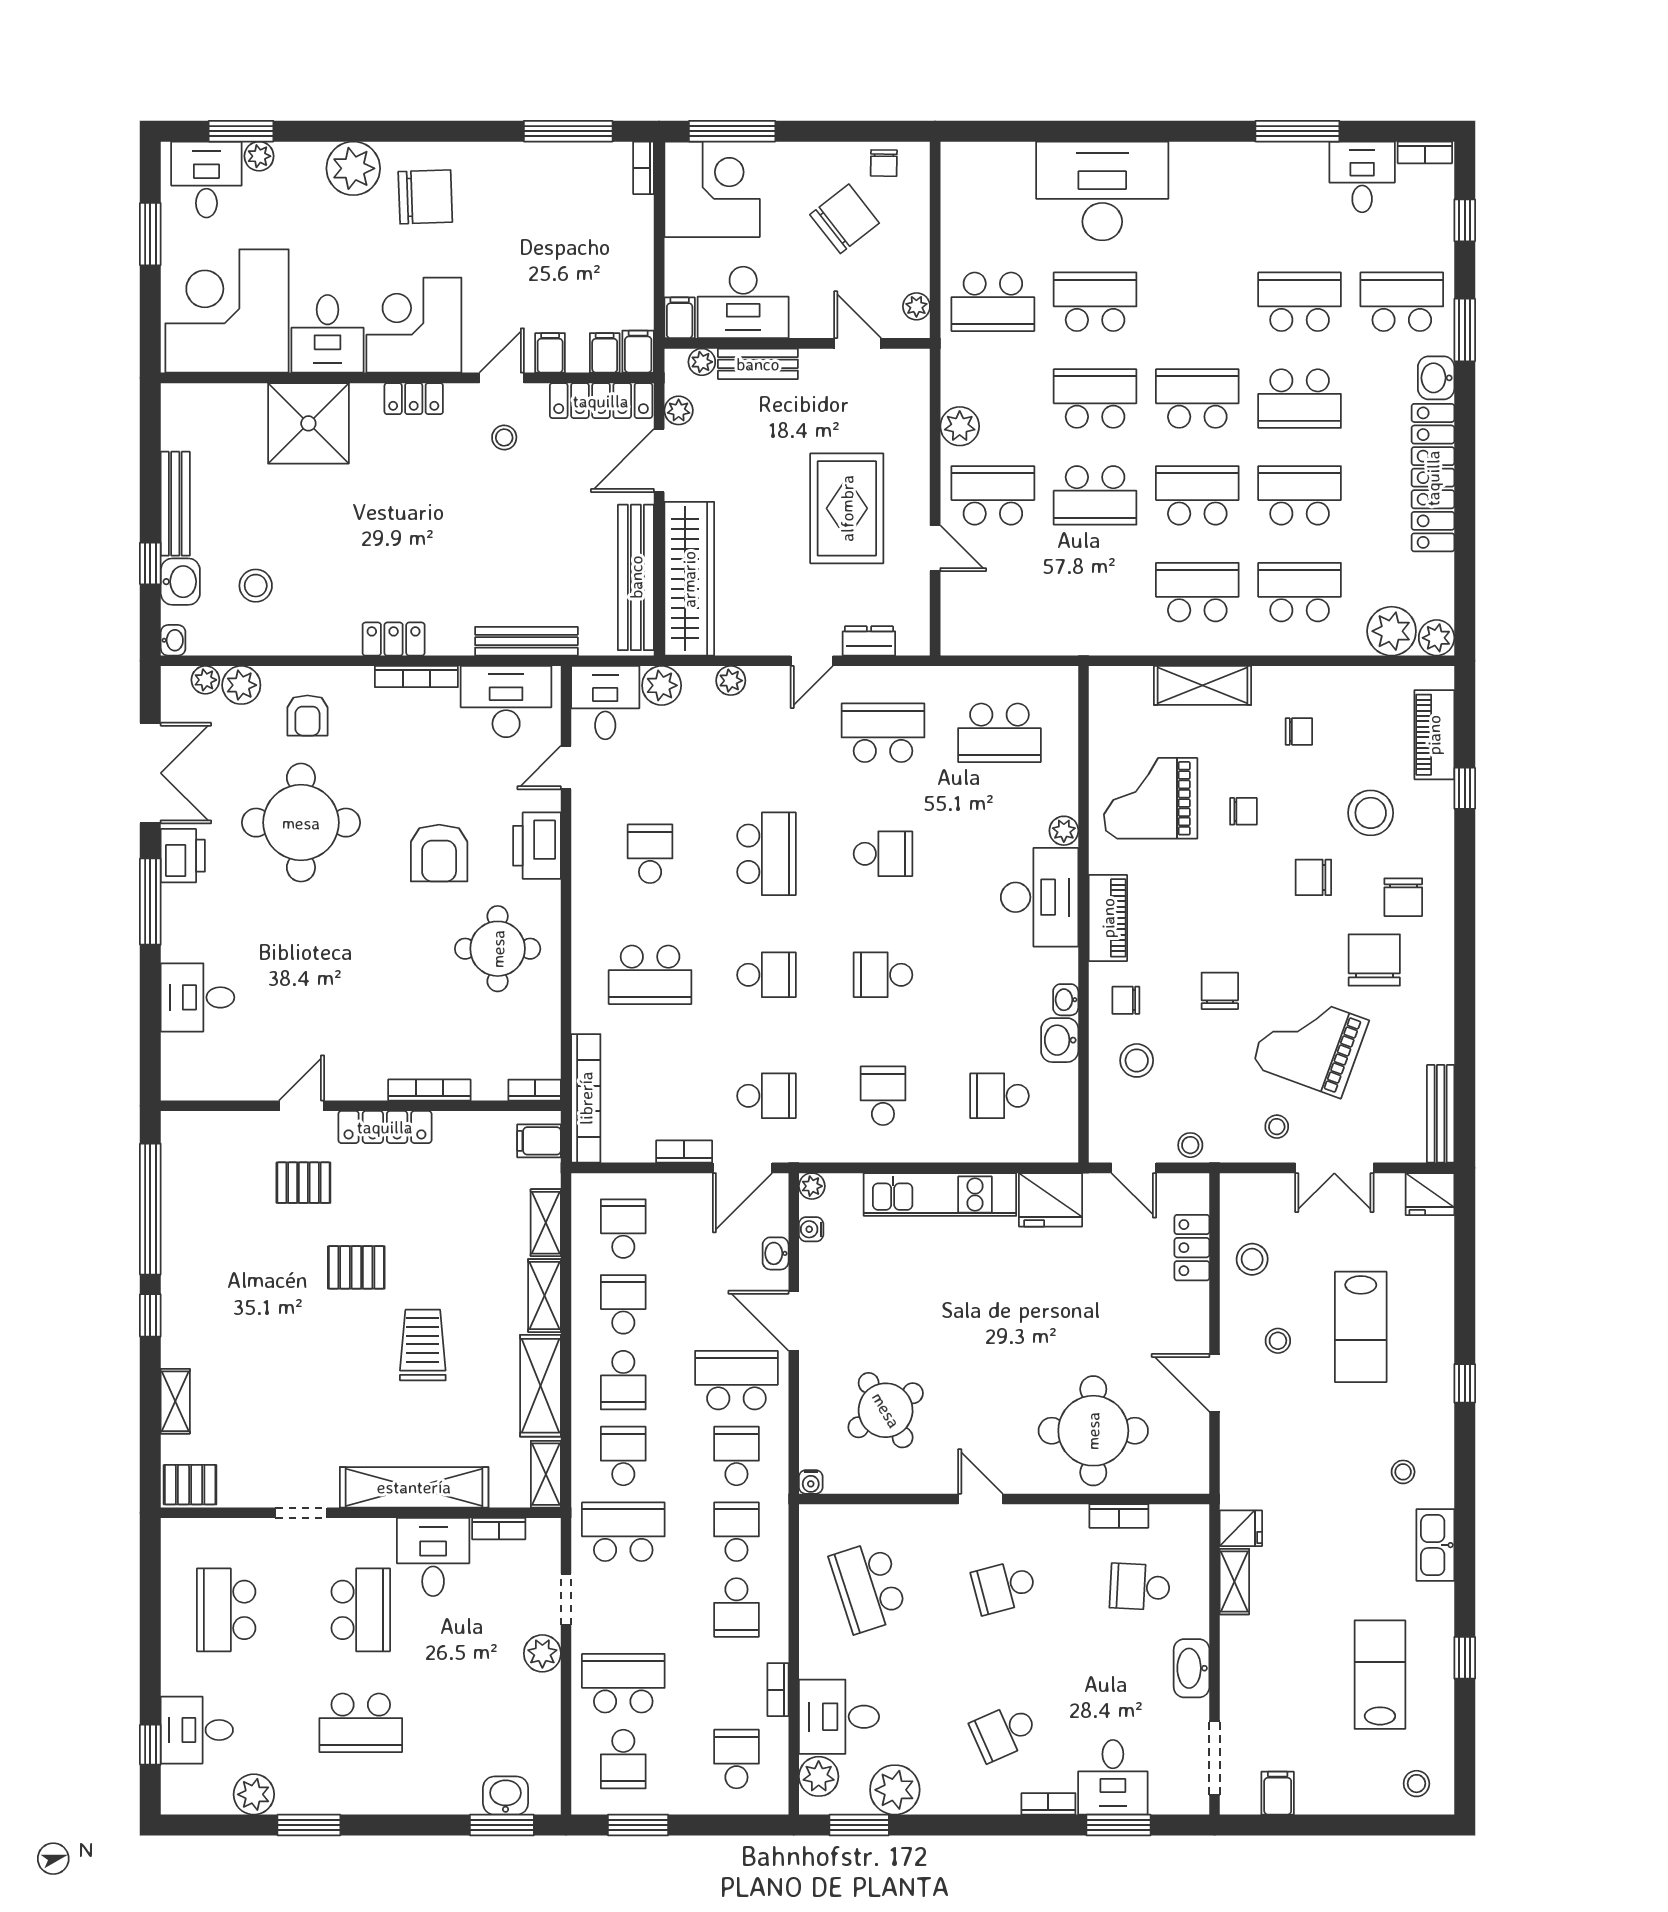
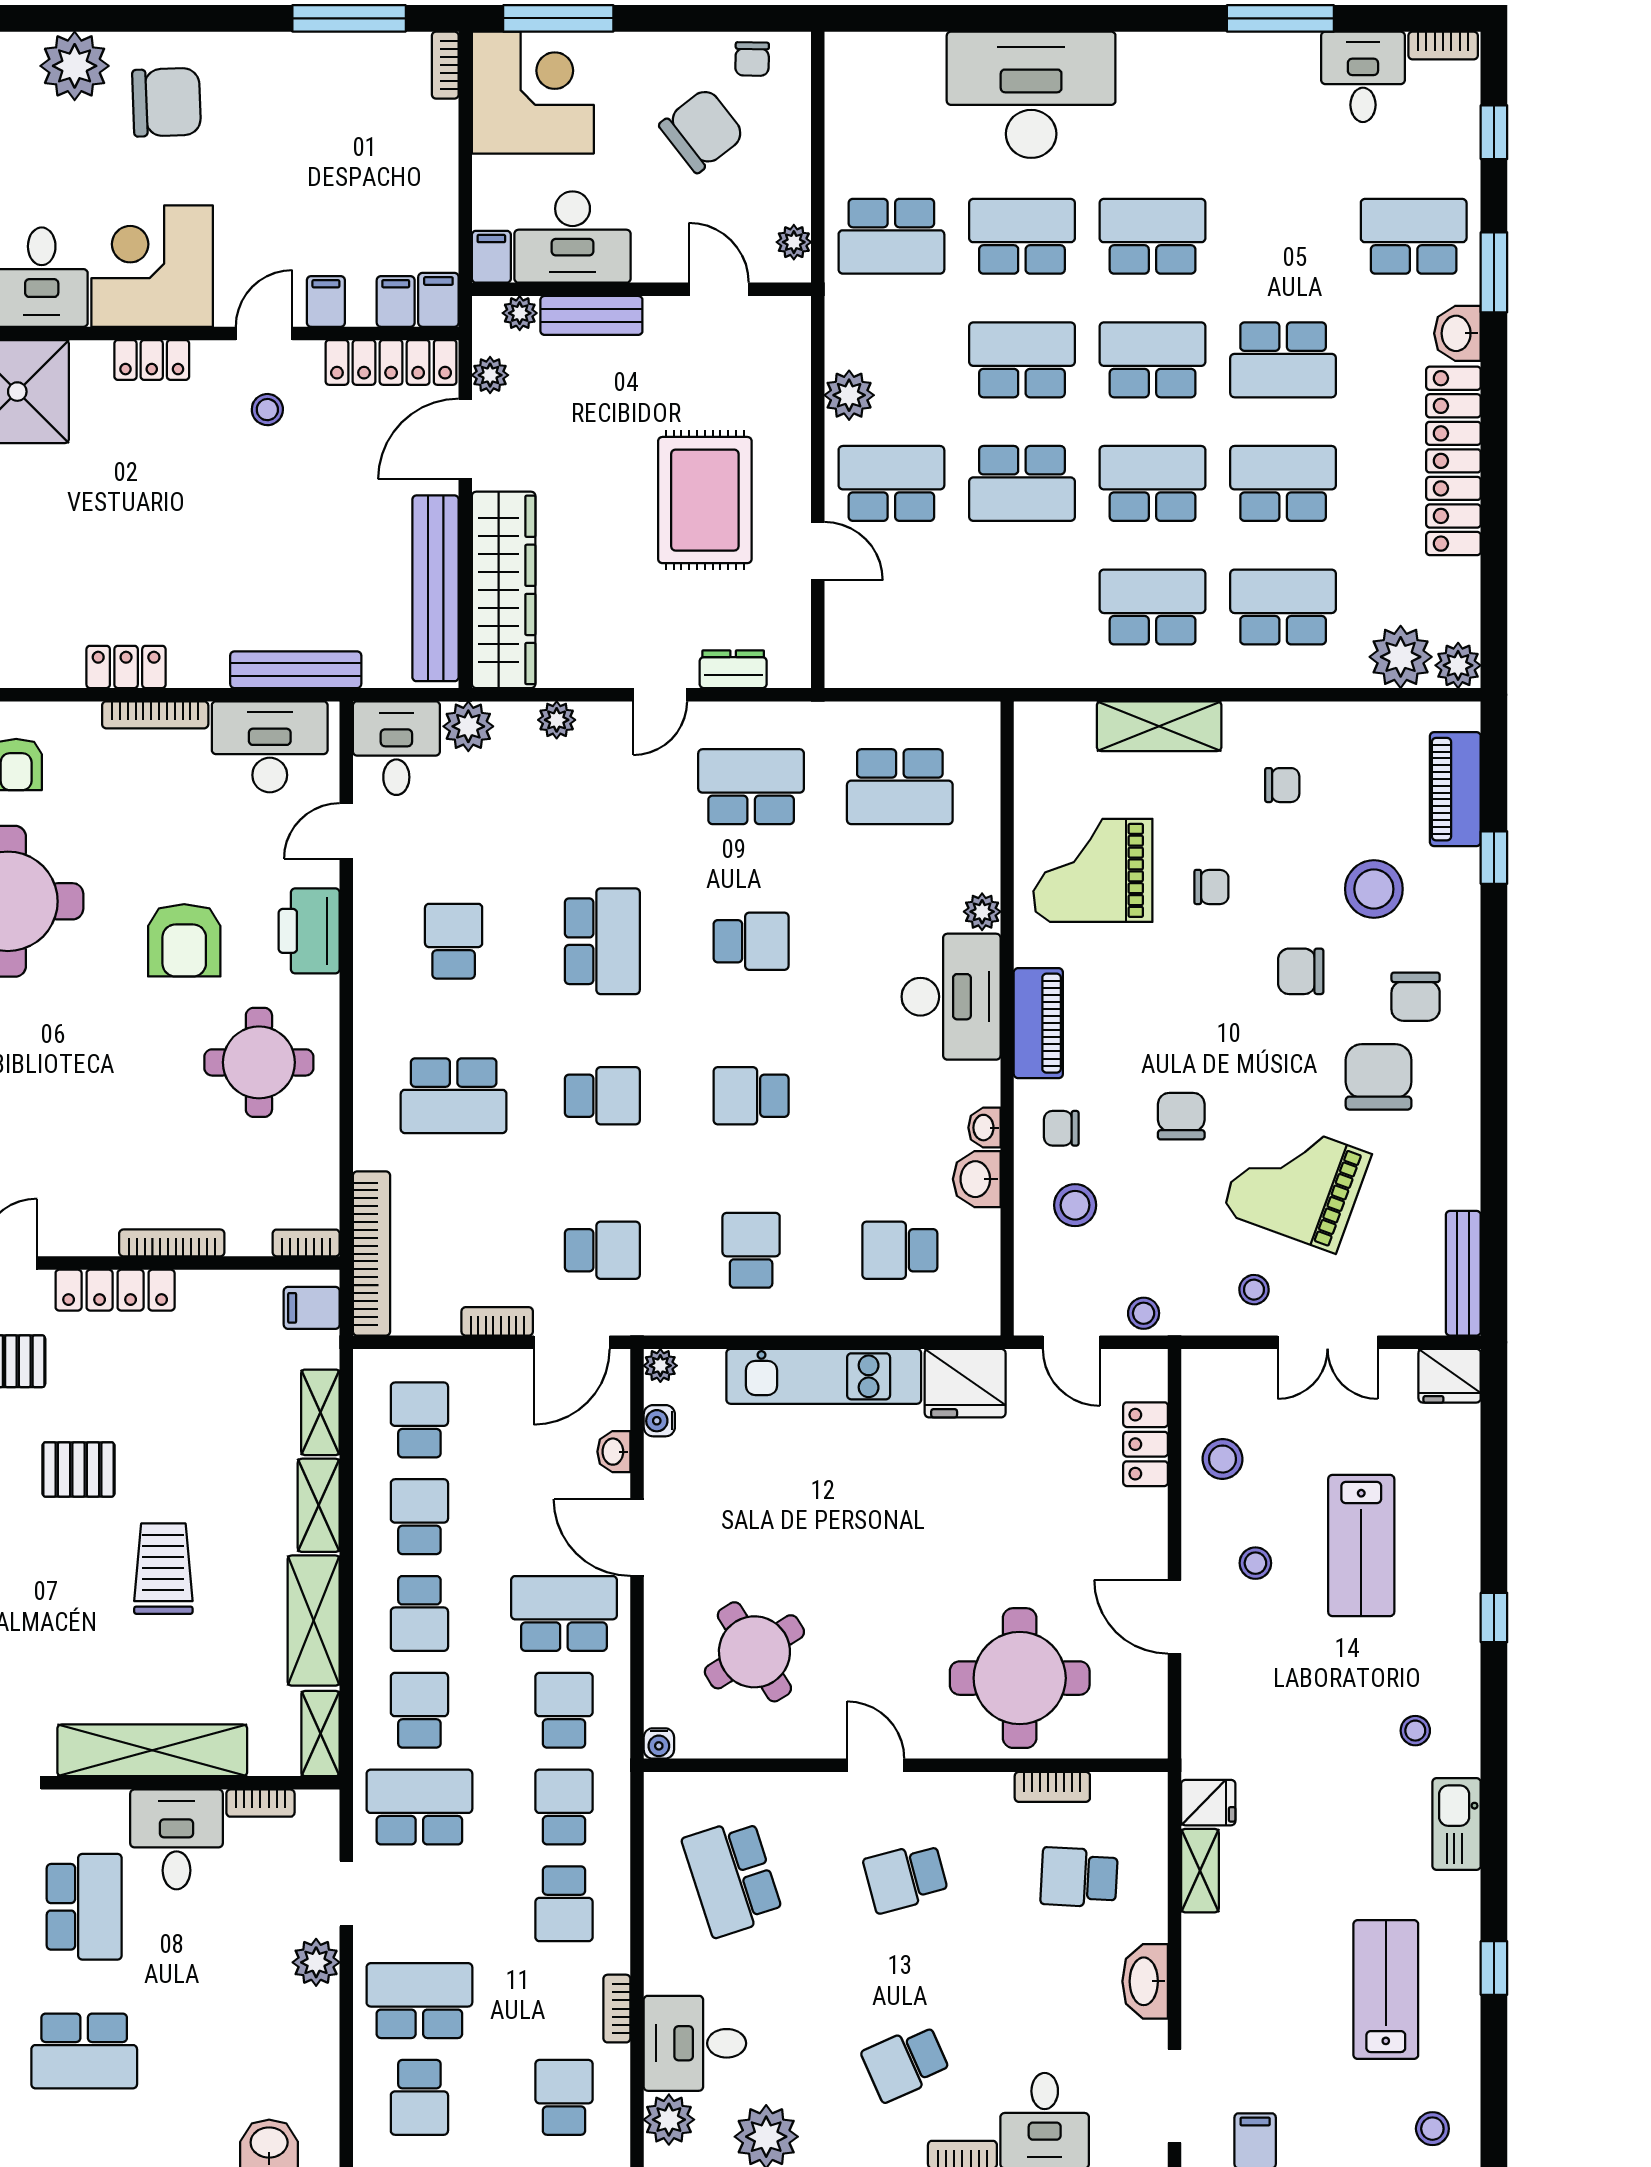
school desk: (1300, 302) -> (1153, 236), moved

